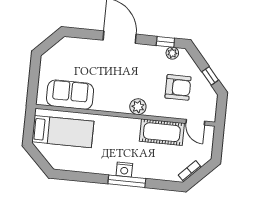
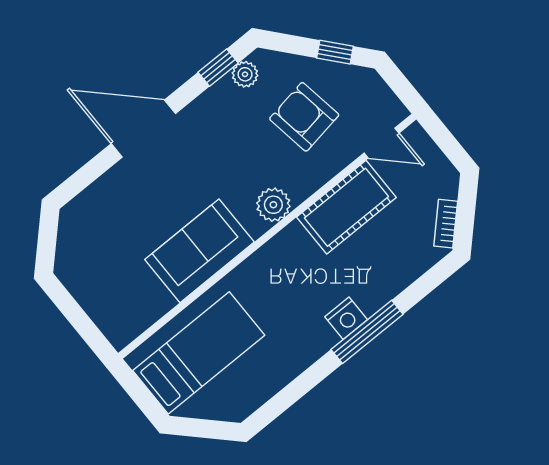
armchair: (178, 87) -> (304, 117), turned -99
sofa: (70, 95) -> (199, 251), moved

